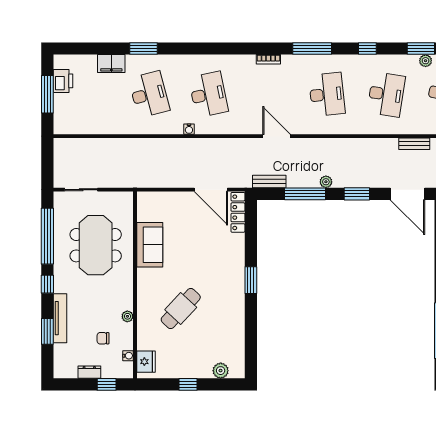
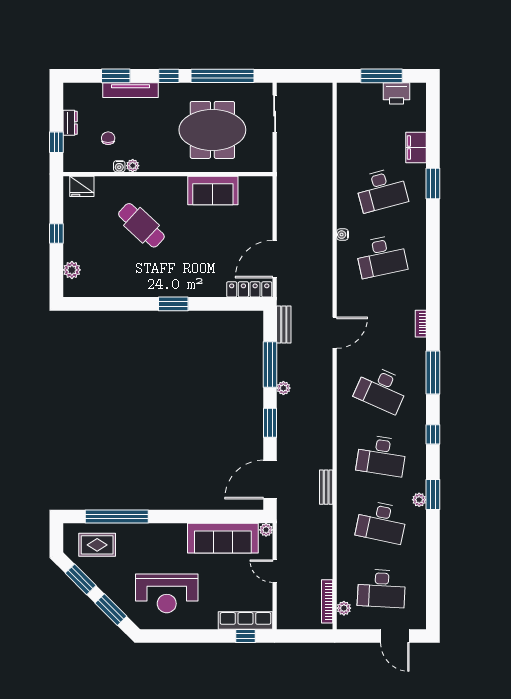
desk: (327, 94) -> (381, 389), turned 30
water cooler: (128, 356) -> (119, 166), moved

